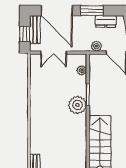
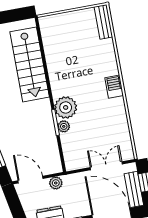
plant: (82, 70) -> (64, 126), moved
barbecue: (36, 115) -> (114, 87), added

